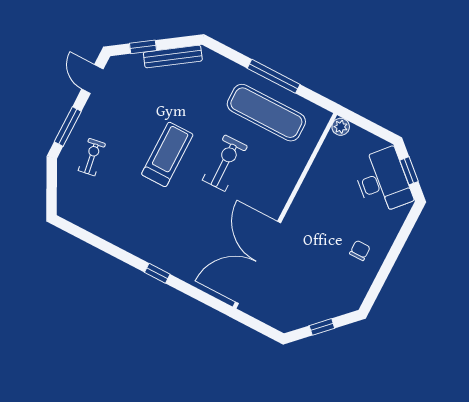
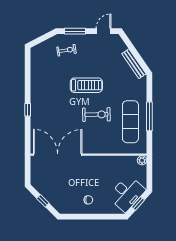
window: (143, 47) -> (131, 47), removed

